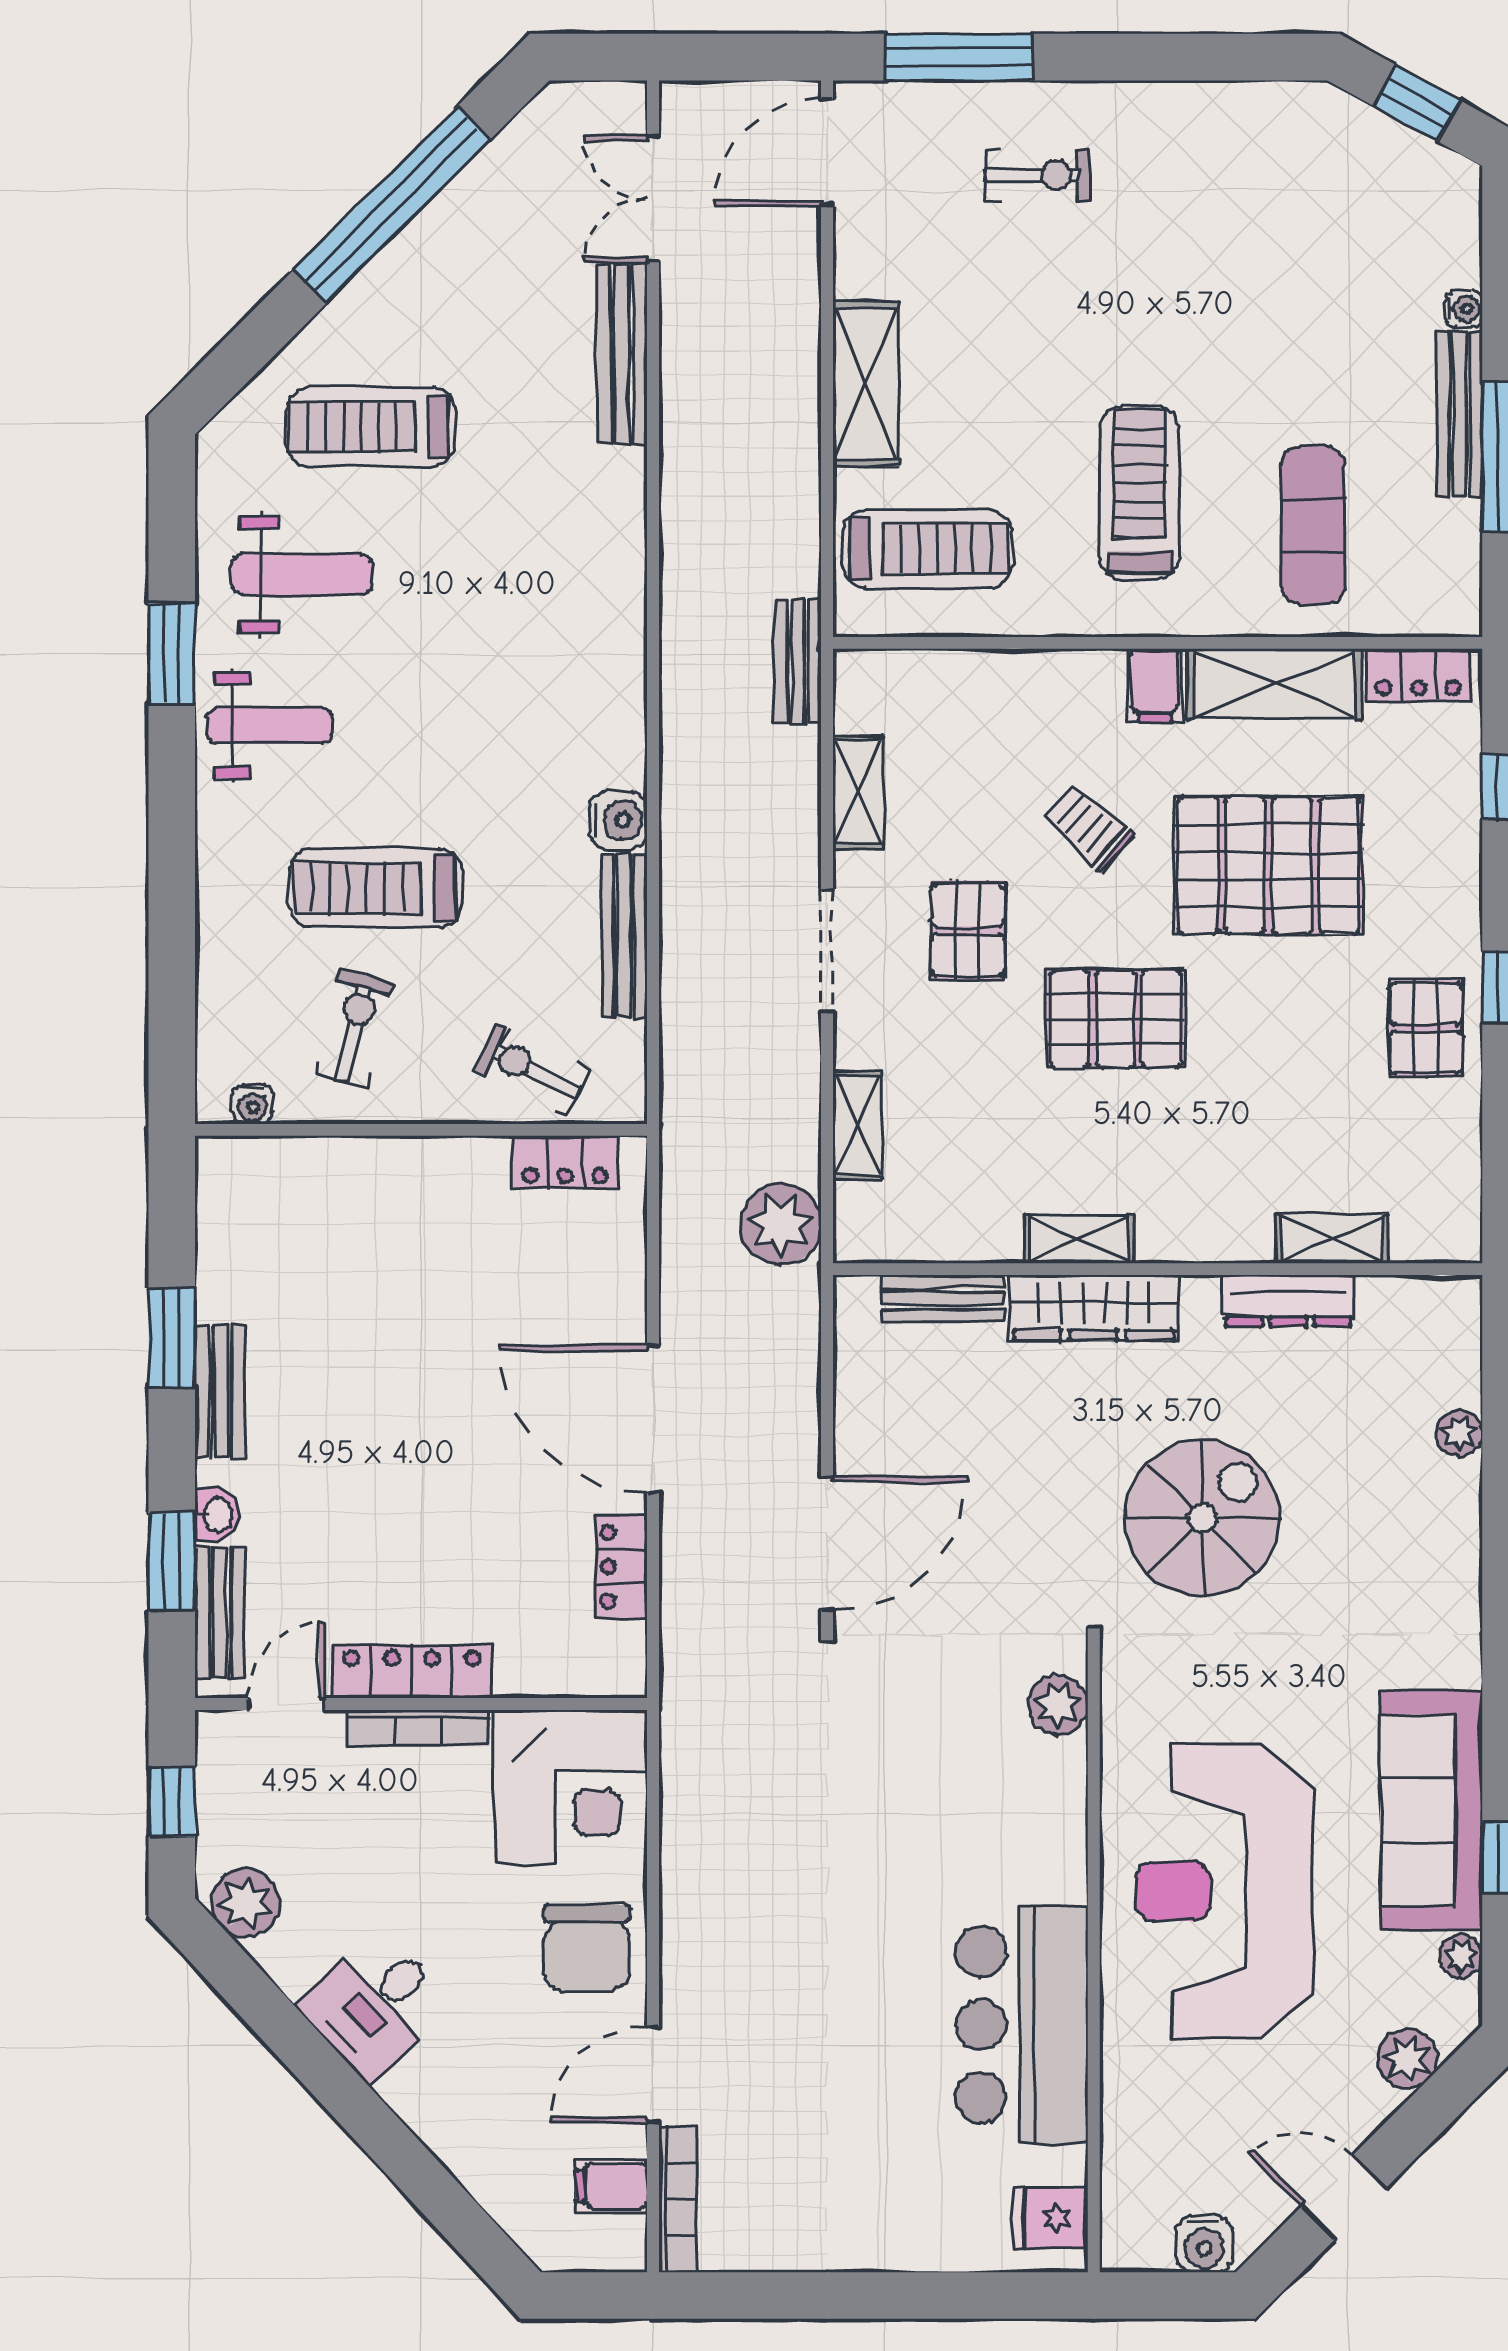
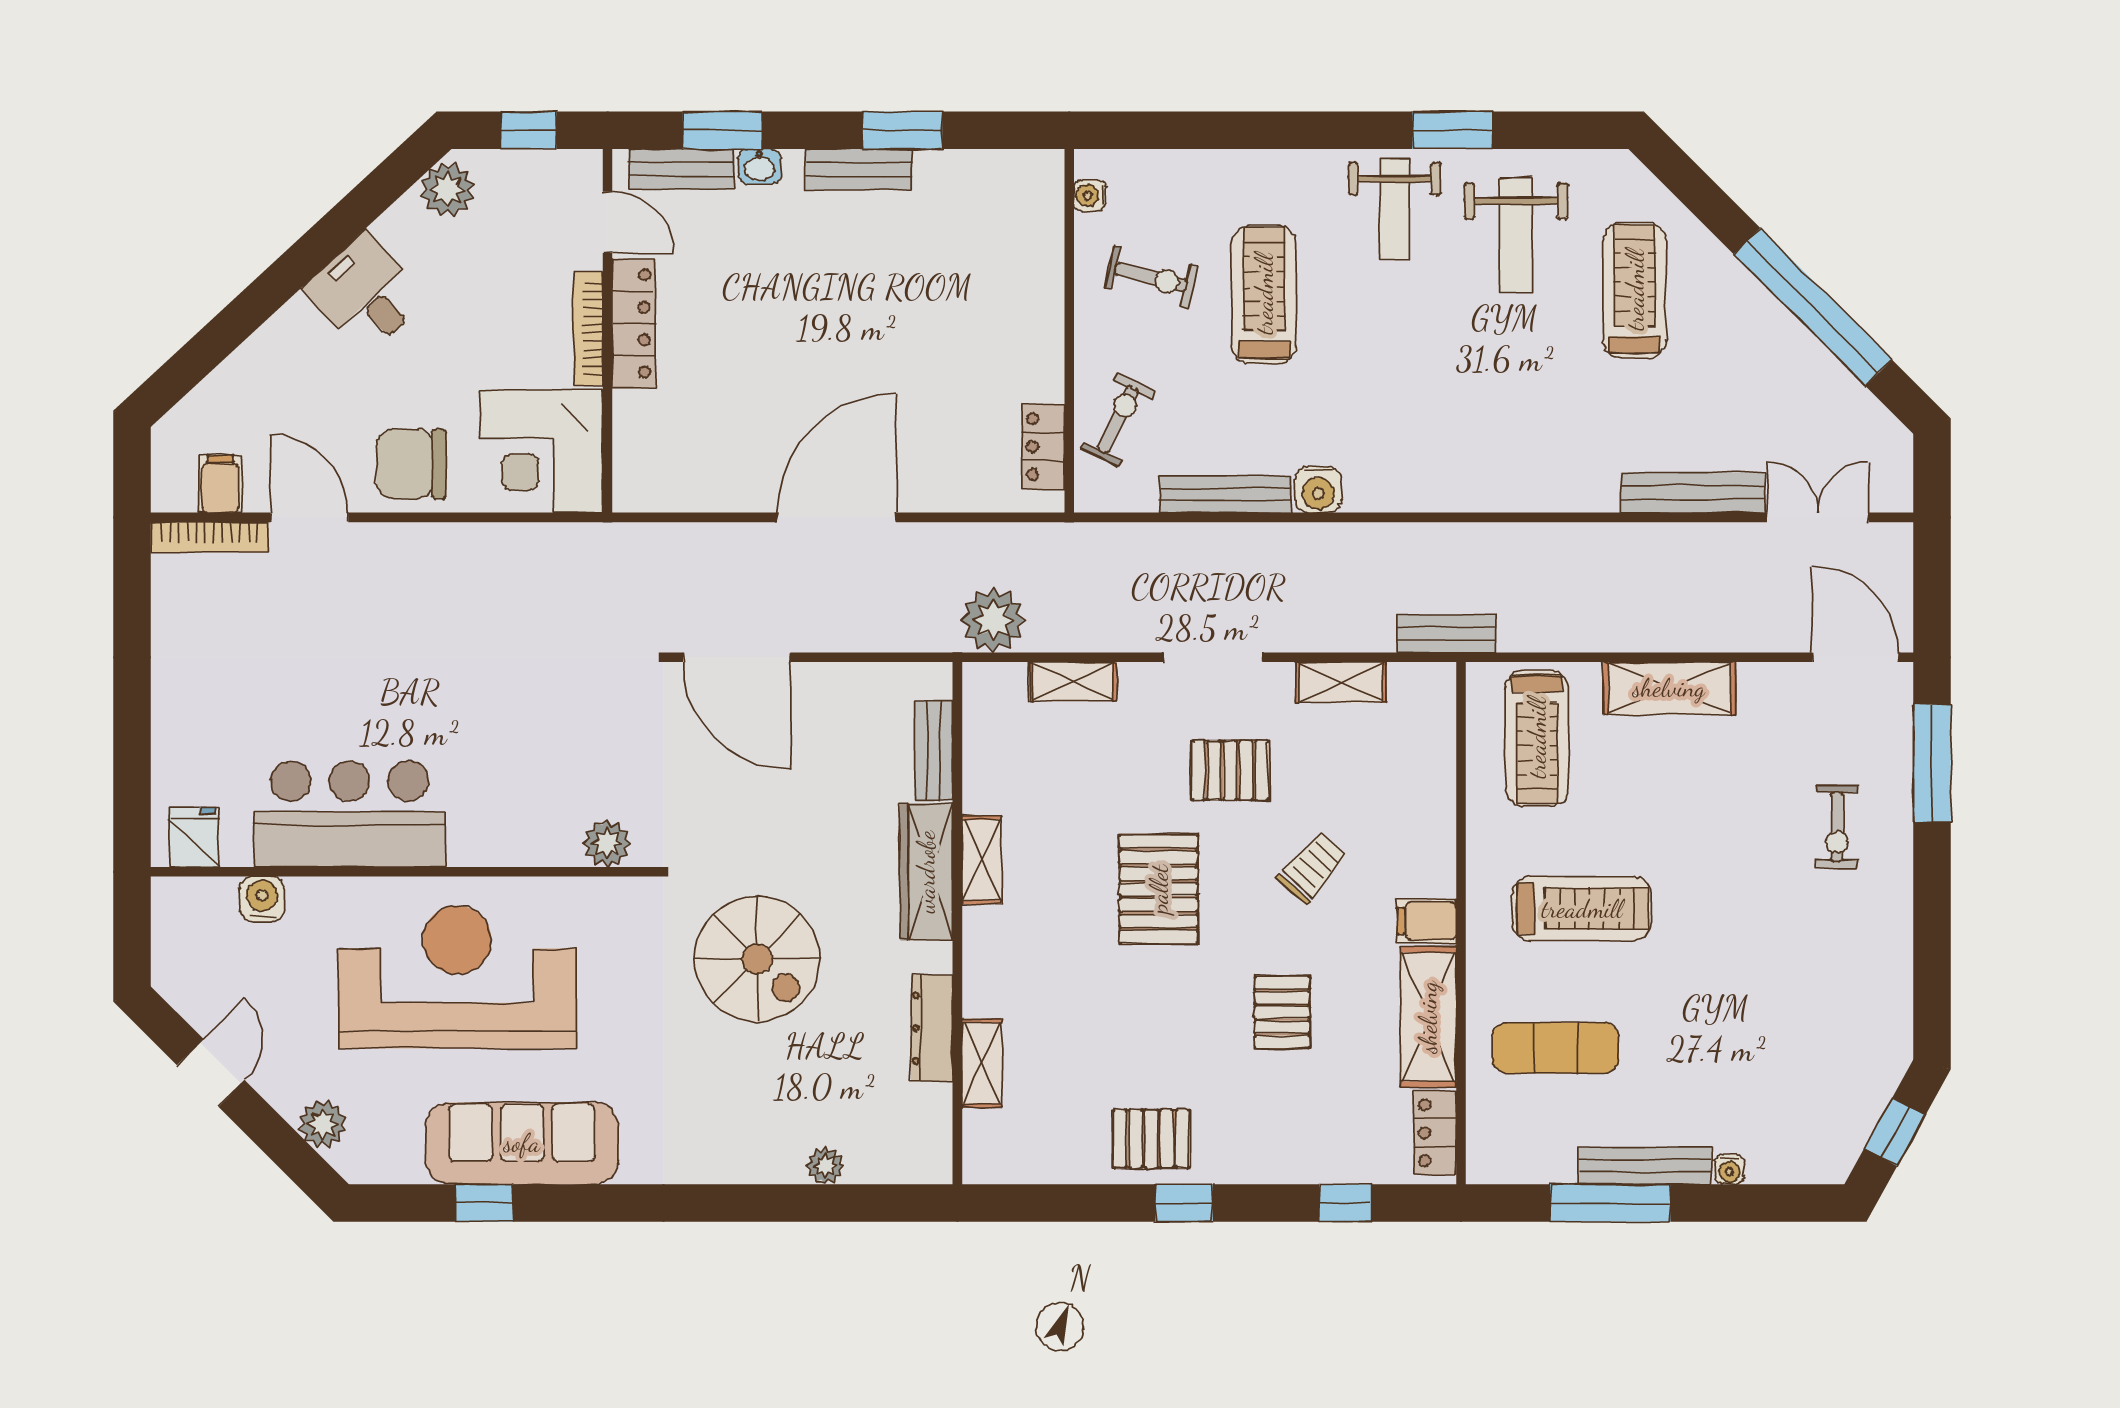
pallet: (1268, 865) -> (1282, 1012), width x0.49, depth x0.50
locker: (621, 1567) -> (718, 492), removed
plant: (1461, 1956) -> (405, 1167), removed
water cooler: (1204, 2244) -> (262, 899), moved, turned 90

